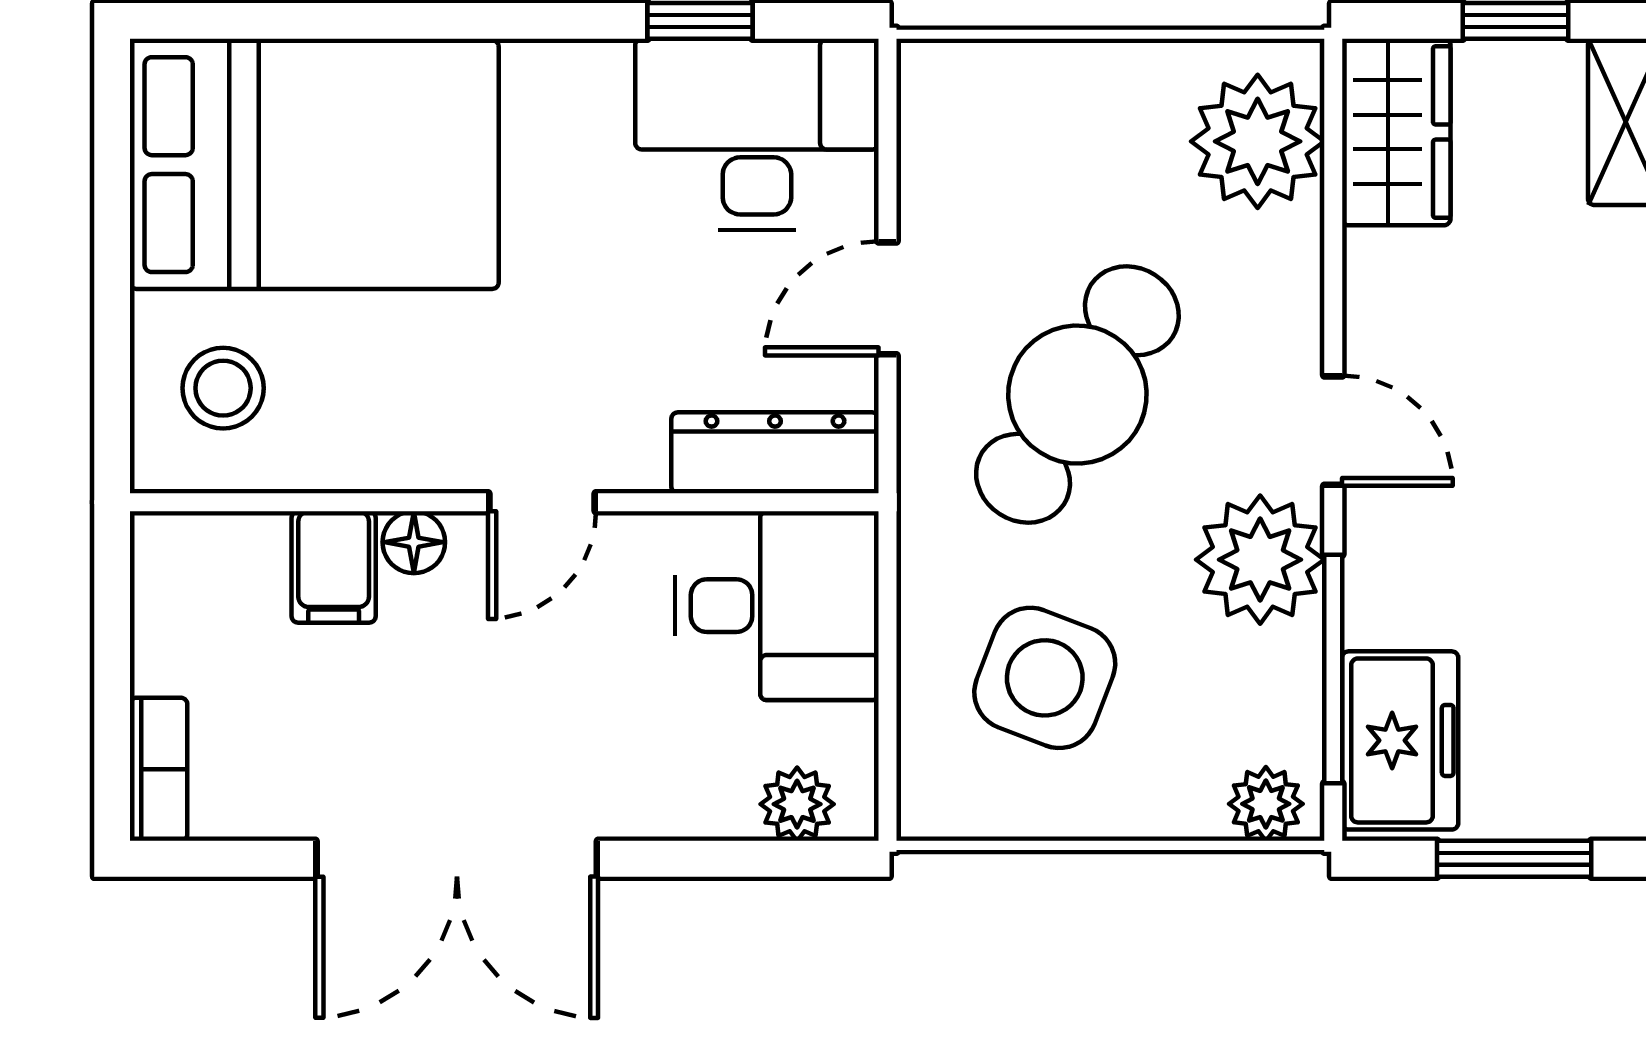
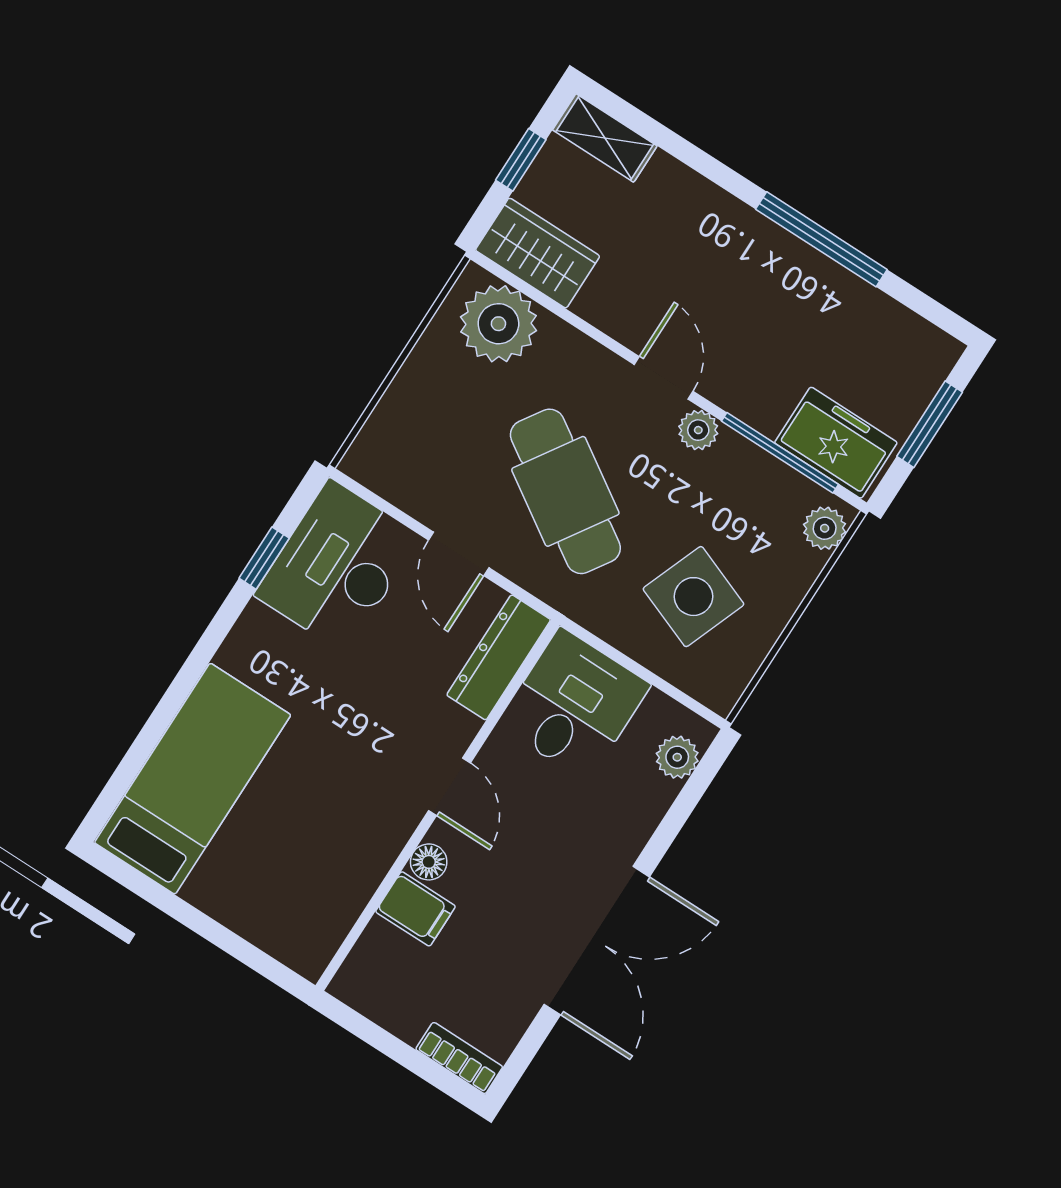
bed: (314, 165) -> (193, 779), width x0.67
stool: (223, 388) -> (293, 907), removed
door: (1333, 431) -> (664, 378), hinge flipped
plant: (1260, 560) -> (698, 430), width x0.53, depth x0.53

